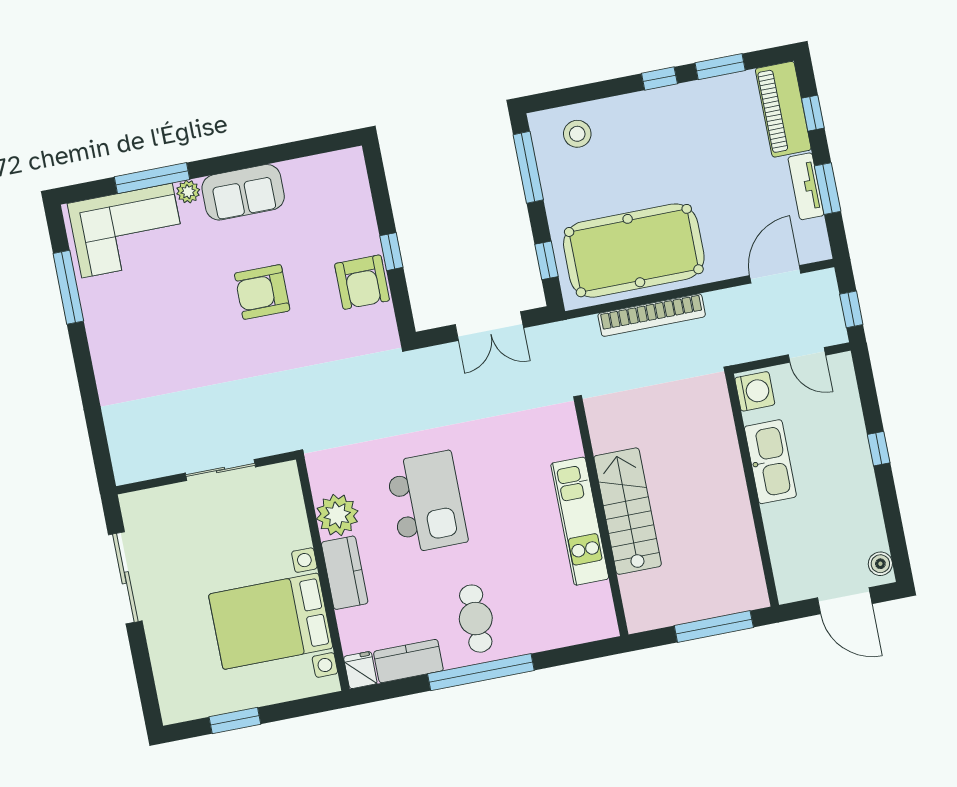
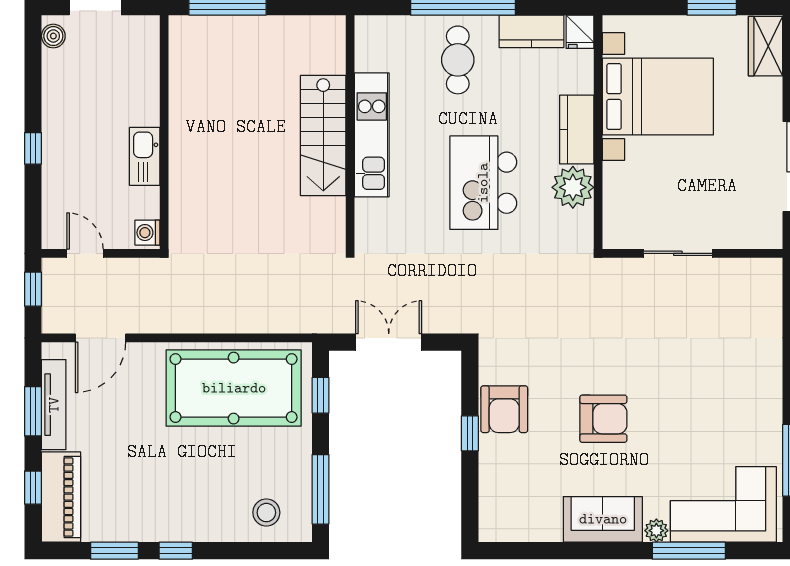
tv unit: (806, 186) -> (54, 405), width x1.41
armchair: (362, 282) -> (504, 409), turned 180
bookcase: (652, 315) -> (229, 322), removed
washing machine: (755, 391) -> (147, 233), width x0.73, depth x0.73
kitchen sink: (770, 462) -> (145, 156), width x0.73, depth x0.81
stairs: (628, 511) -> (323, 136), moved
wall: (602, 520) -> (350, 132), moved
kitchen unit: (580, 521) -> (372, 135), moved
wardrobe: (174, 692) -> (765, 46), added

